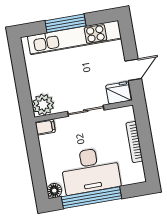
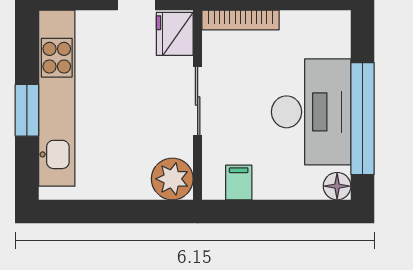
window: (65, 23) -> (27, 110), width x0.69
filing cabinet: (45, 127) -> (239, 182), moved
bookcase: (134, 142) -> (241, 20), moved

